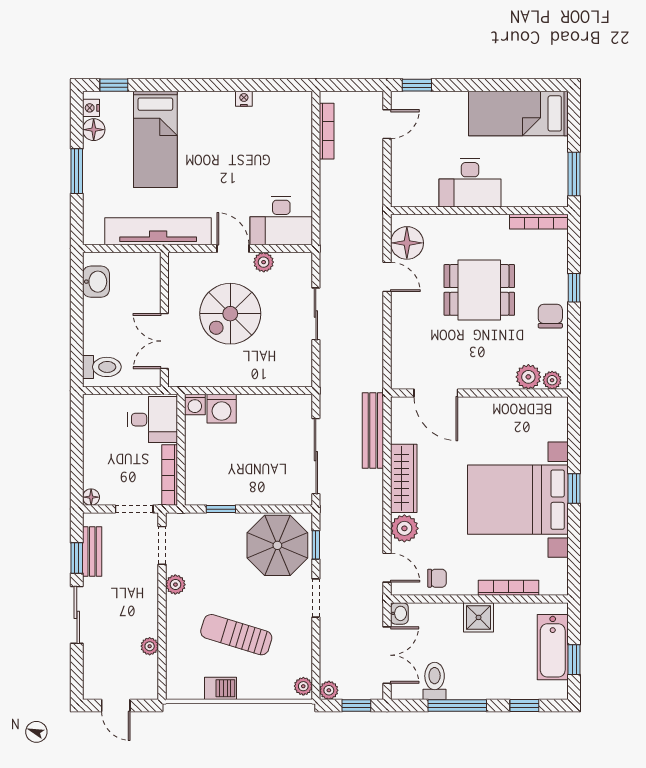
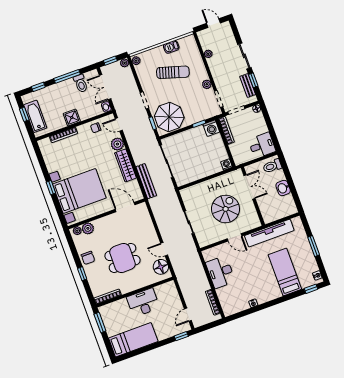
floor lamp: (94, 130) -> (313, 267), removed
desk: (281, 221) -> (220, 272), moved, turned -90
plant: (264, 262) -> (219, 236), removed
washbasin: (96, 282) -> (283, 188), moved
washing machine: (222, 409) -> (211, 128), moved, turned 180
desk: (152, 420) -> (262, 145), moved, turned 180
bed with nightstands: (518, 500) -> (79, 191), moved

